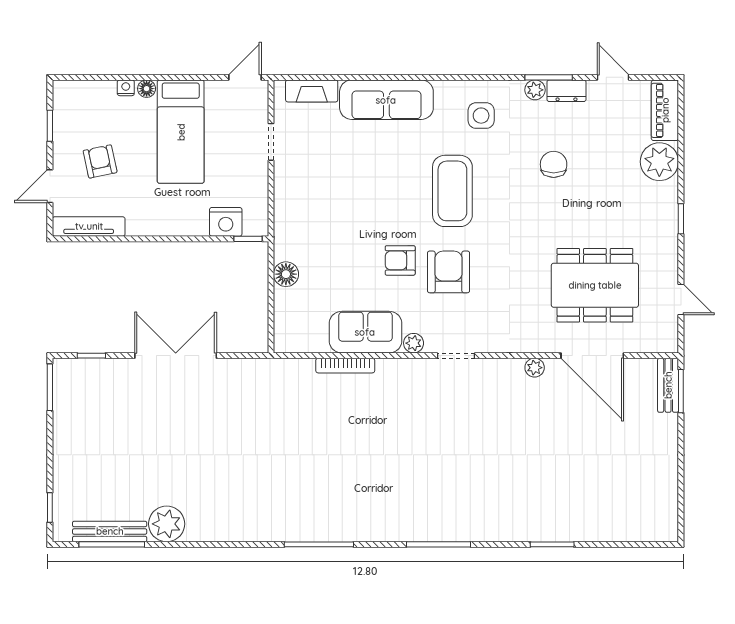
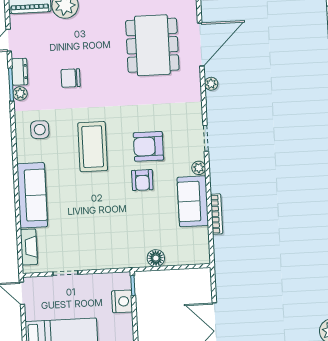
coffee table: (452, 191) -> (93, 147), turned 90

